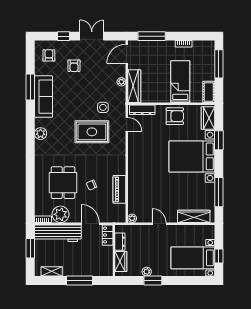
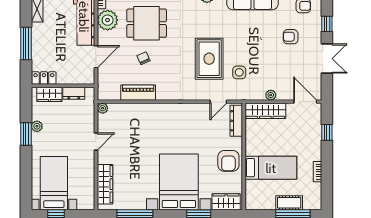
window: (152, 36) -> (327, 132), width x0.46
cot: (209, 92) -> (289, 203), moved
locker: (108, 235) -> (44, 78), moved

